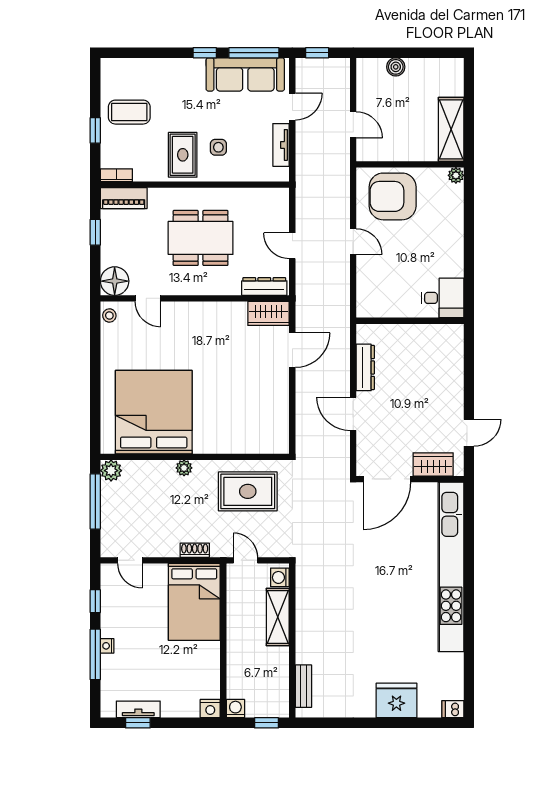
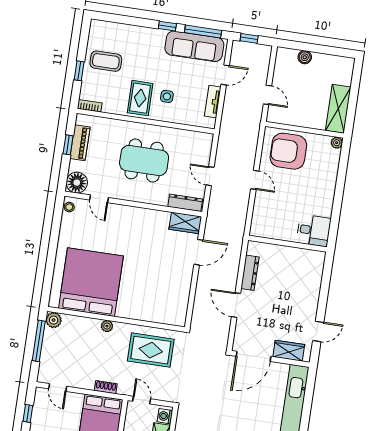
piano: (124, 198) -> (80, 143), moved, turned -90

